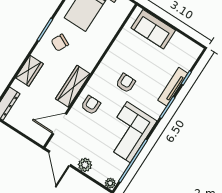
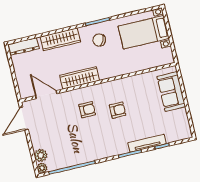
wardrobe: (29, 71) -> (60, 39), width x1.50
armchair: (91, 105) -> (87, 110), moved
corner sofa: (129, 132) -> (88, 145), removed
plant: (85, 165) -> (41, 155), moved

